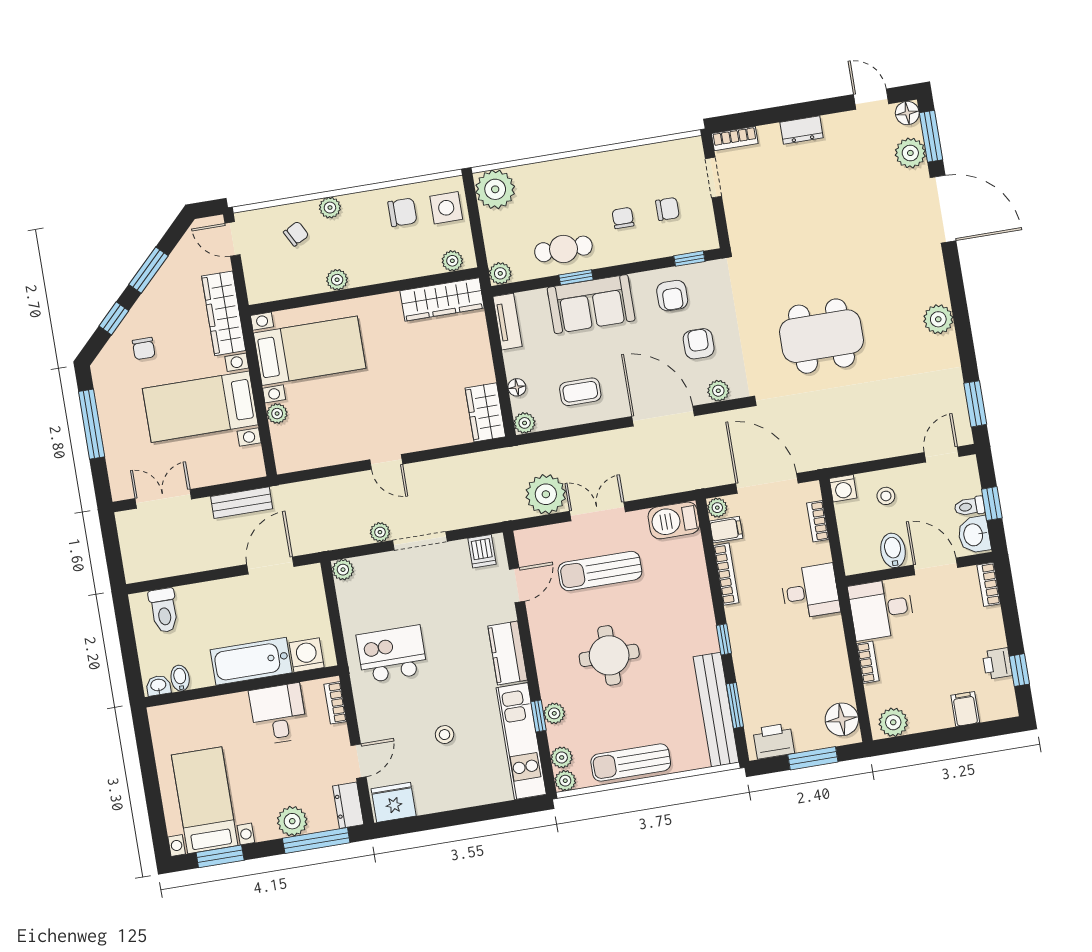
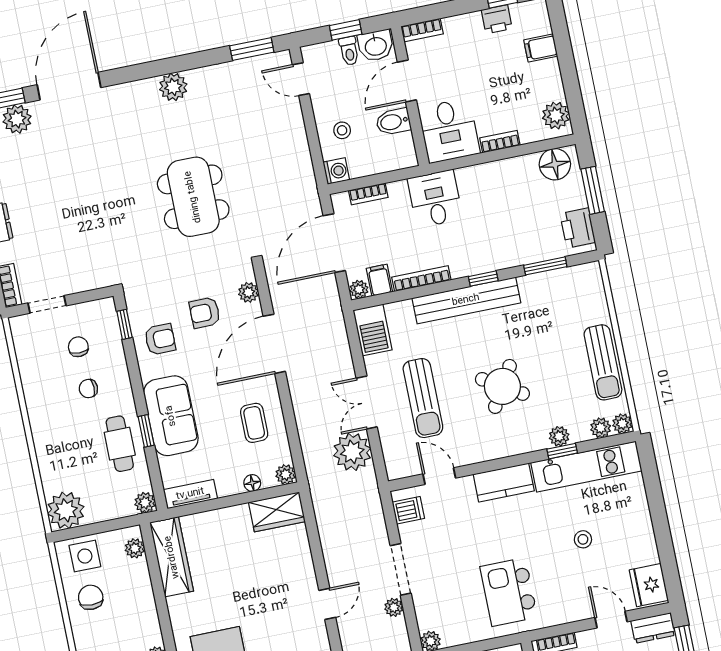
round table: (609, 655) -> (502, 386), turned 31
bench: (716, 710) -> (466, 300), moved

